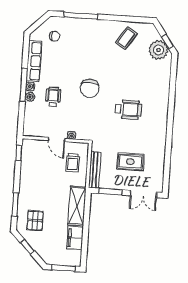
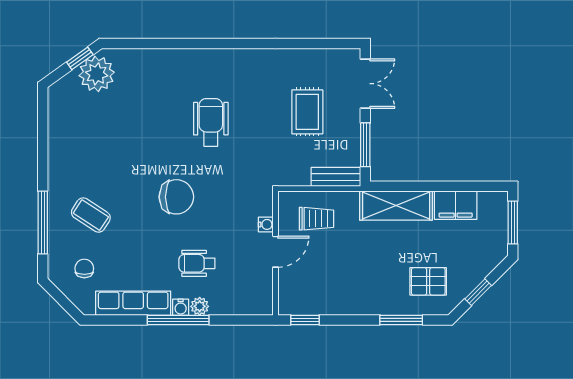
coffee table: (126, 38) -> (91, 215), moved
bench: (95, 170) -> (336, 177), width x0.73

